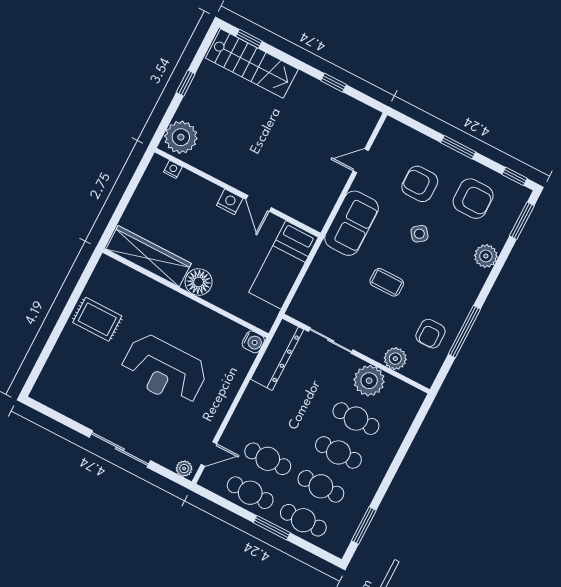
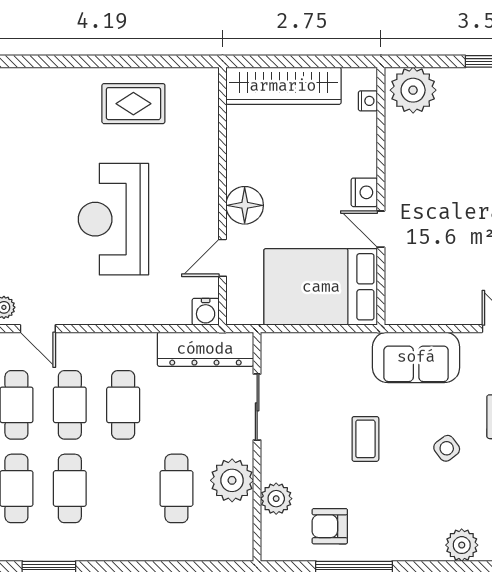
door: (259, 203) -> (381, 229), hinge flipped
wardrobe: (149, 256) -> (283, 86), moved, turned 90
bed: (283, 265) -> (321, 287), width x1.50
door: (225, 313) -> (222, 258), added
rug: (97, 319) -> (133, 104), turned 90
cafe table: (338, 452) -> (123, 405), moved

